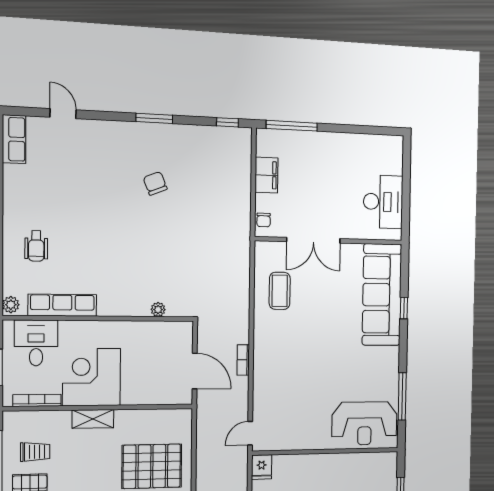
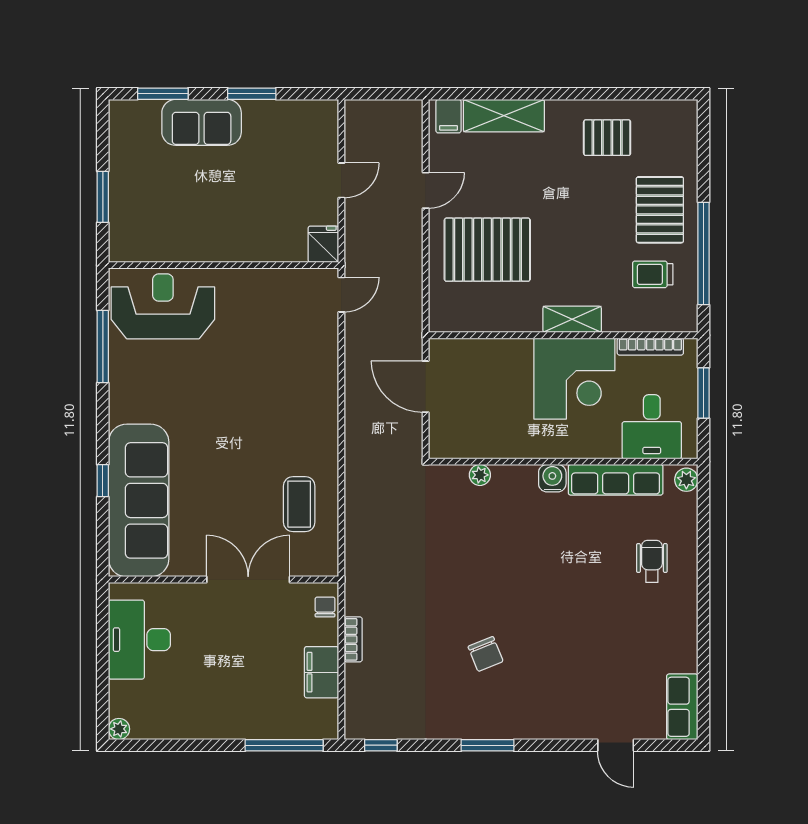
plant: (397, 142) -> (119, 729), added
water cooler: (108, 307) -> (552, 478), added
bookcase: (243, 360) -> (353, 639), moved

